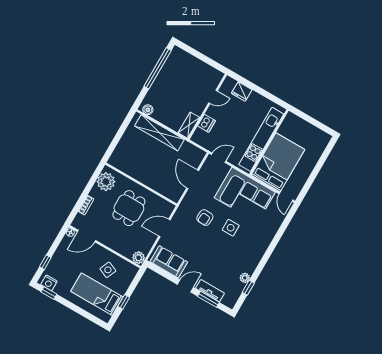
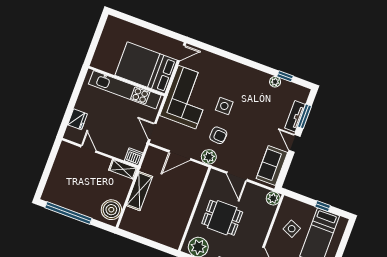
boiler: (148, 110) -> (111, 210), width x1.86, depth x1.86
dishwasher: (206, 123) -> (134, 157), moved
shelving: (159, 133) -> (139, 191), width x0.68
plant: (187, 206) -> (209, 157), added

